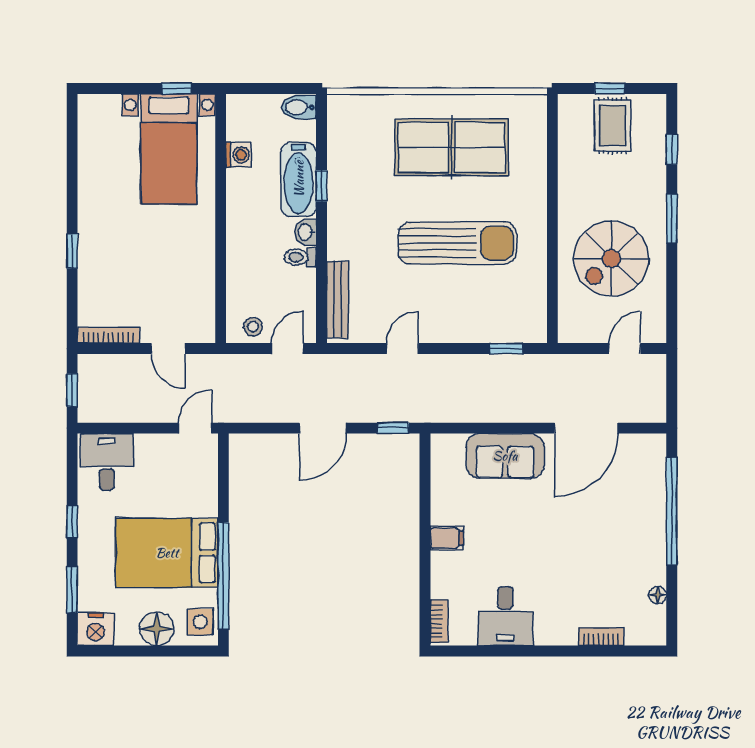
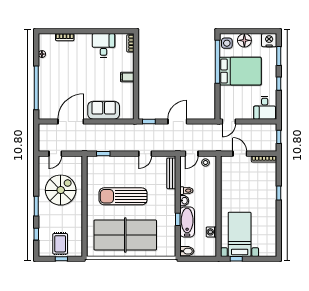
table tennis table: (452, 147) -> (125, 235), width x1.36, depth x1.32

